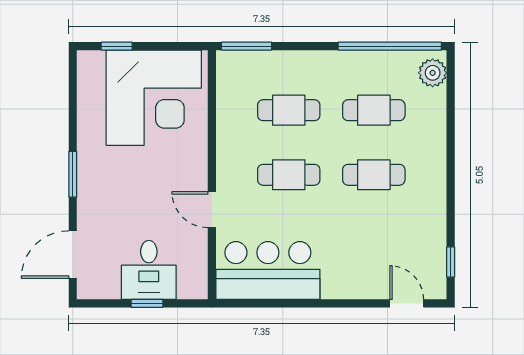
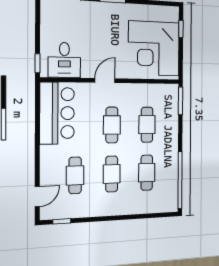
plant: (433, 73) -> (166, 205), removed
door: (212, 210) -> (105, 81), moved
cafe table: (374, 239) -> (75, 175), added
desk: (149, 270) -> (64, 60), moved, turned -90
window: (147, 303) -> (38, 63), moved

